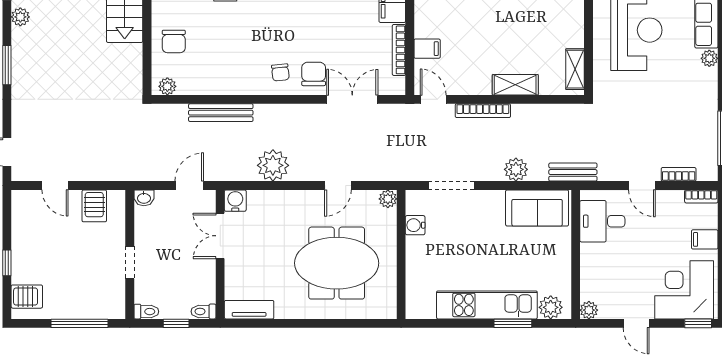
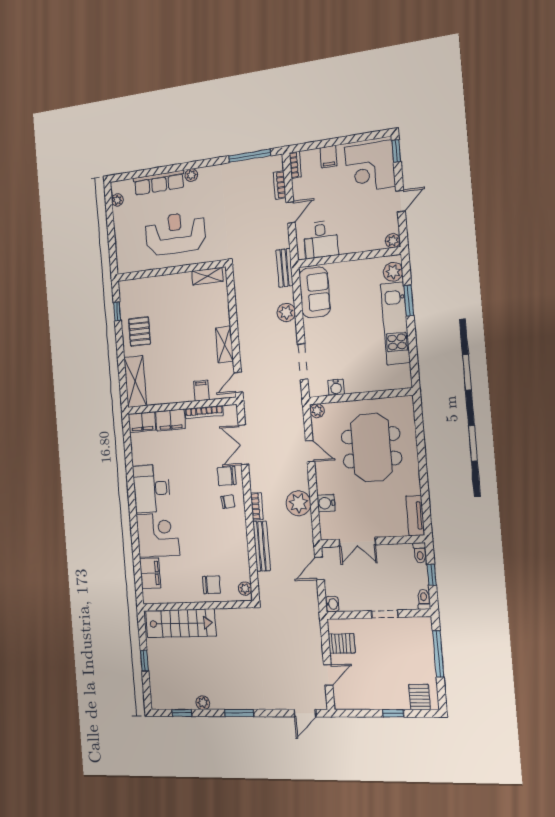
shelving: (515, 85) -> (224, 345), moved
bookcase: (483, 111) -> (257, 506), moved, width x0.64
door: (189, 186) -> (319, 568), hinge flipped
water cooler: (235, 201) -> (326, 503), moved

